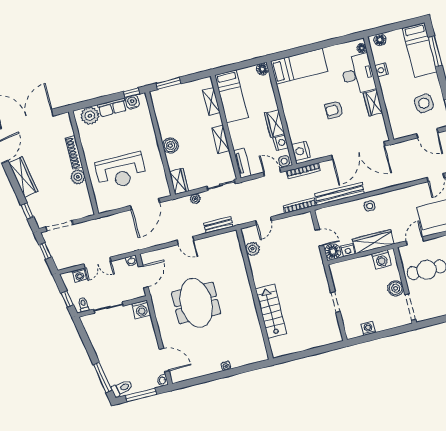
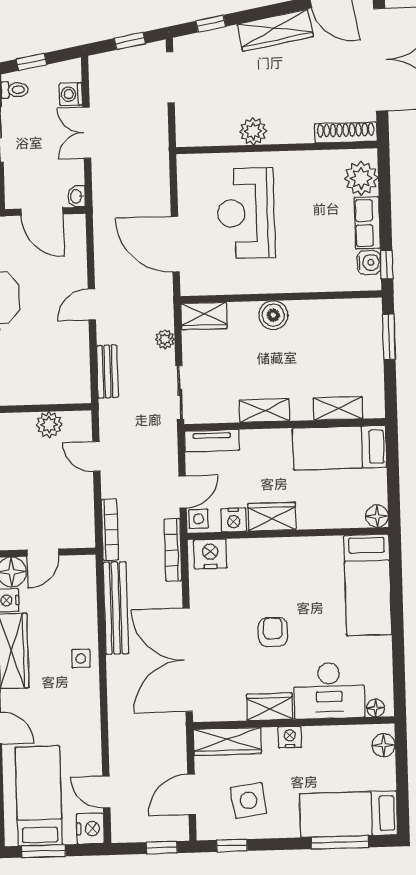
nightstand: (382, 70) -> (290, 737), moved
wardrobe: (396, 121) -> (227, 741), added
shoe rack: (74, 152) -> (346, 133), moved

